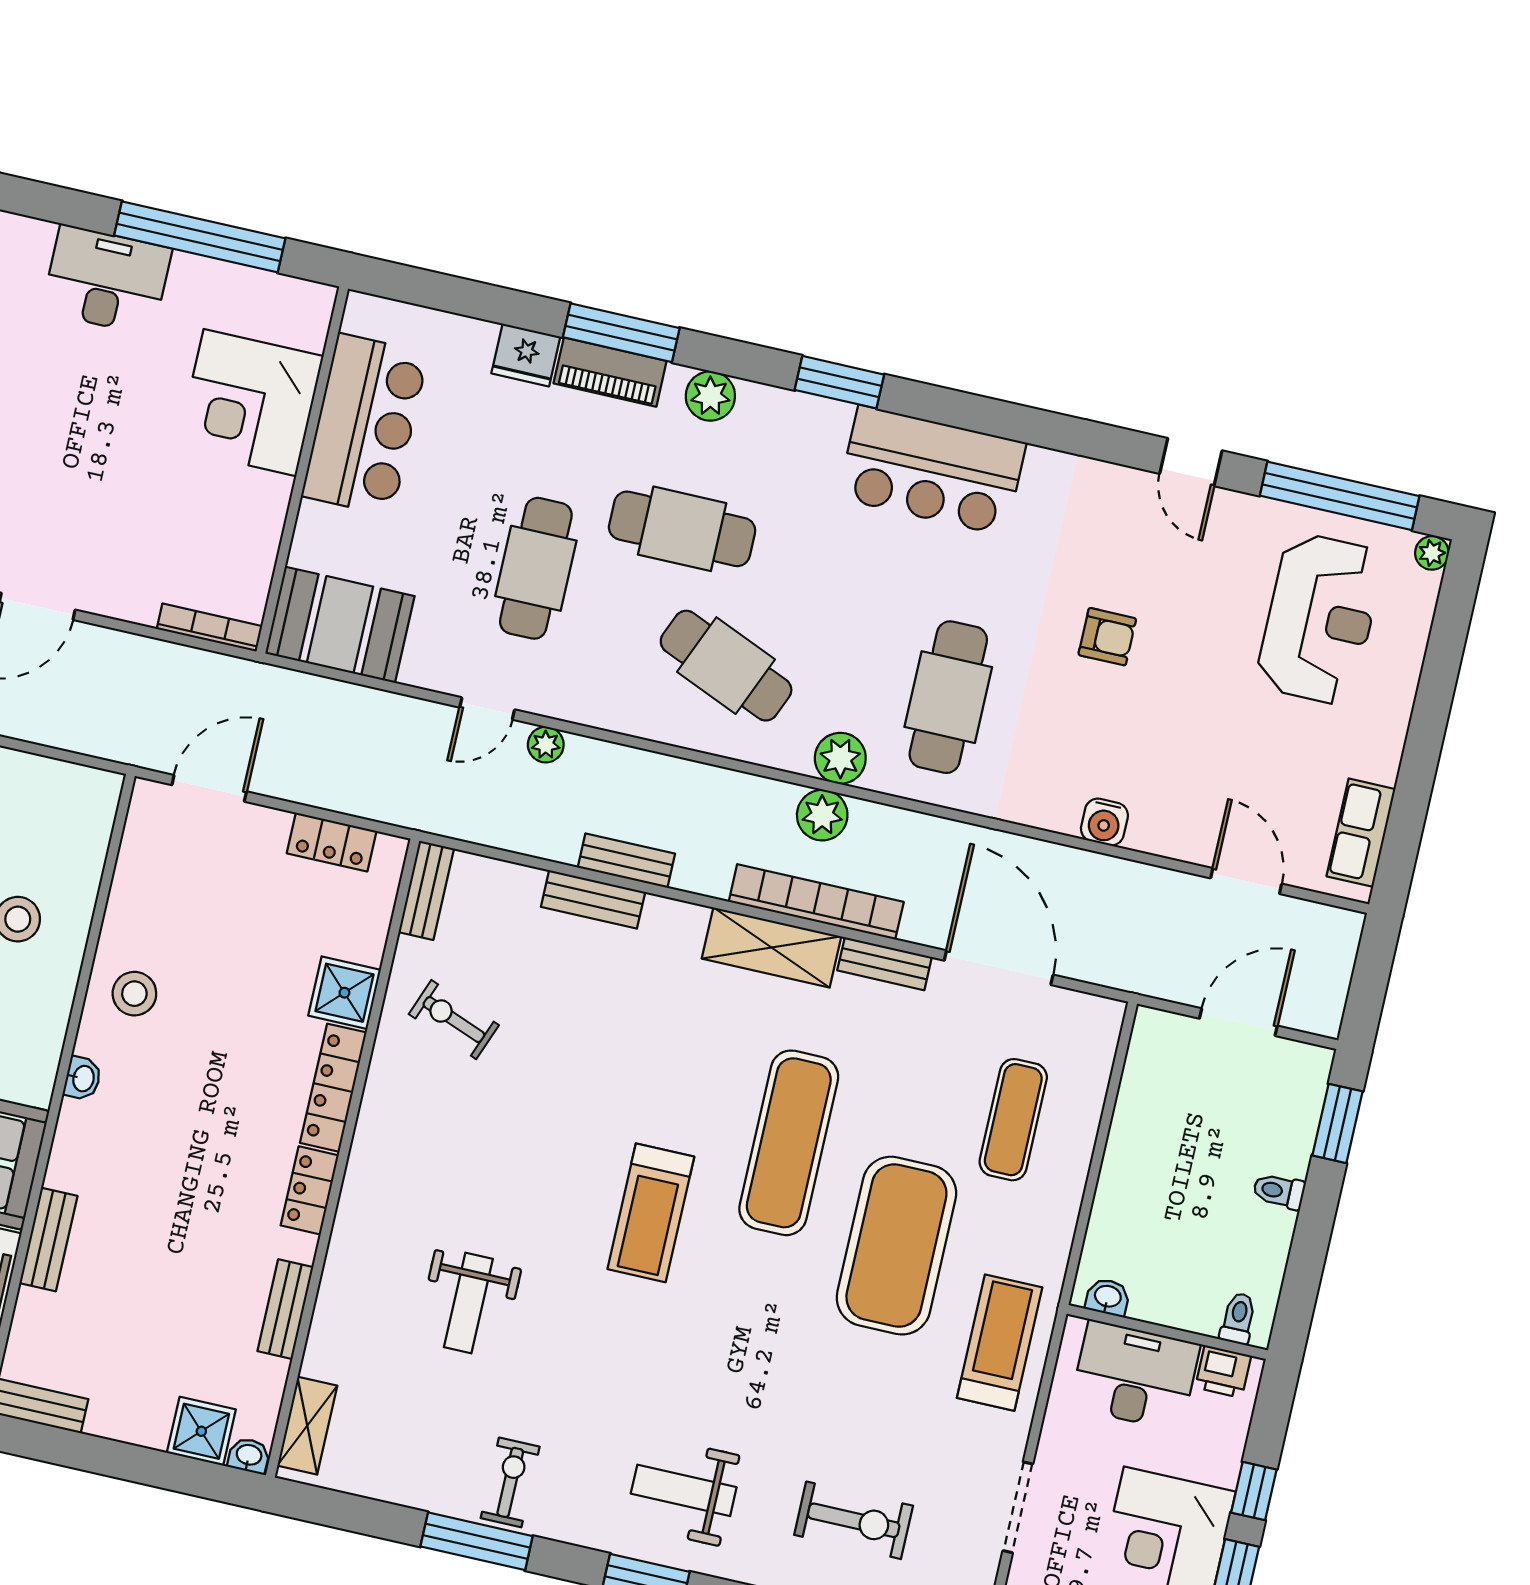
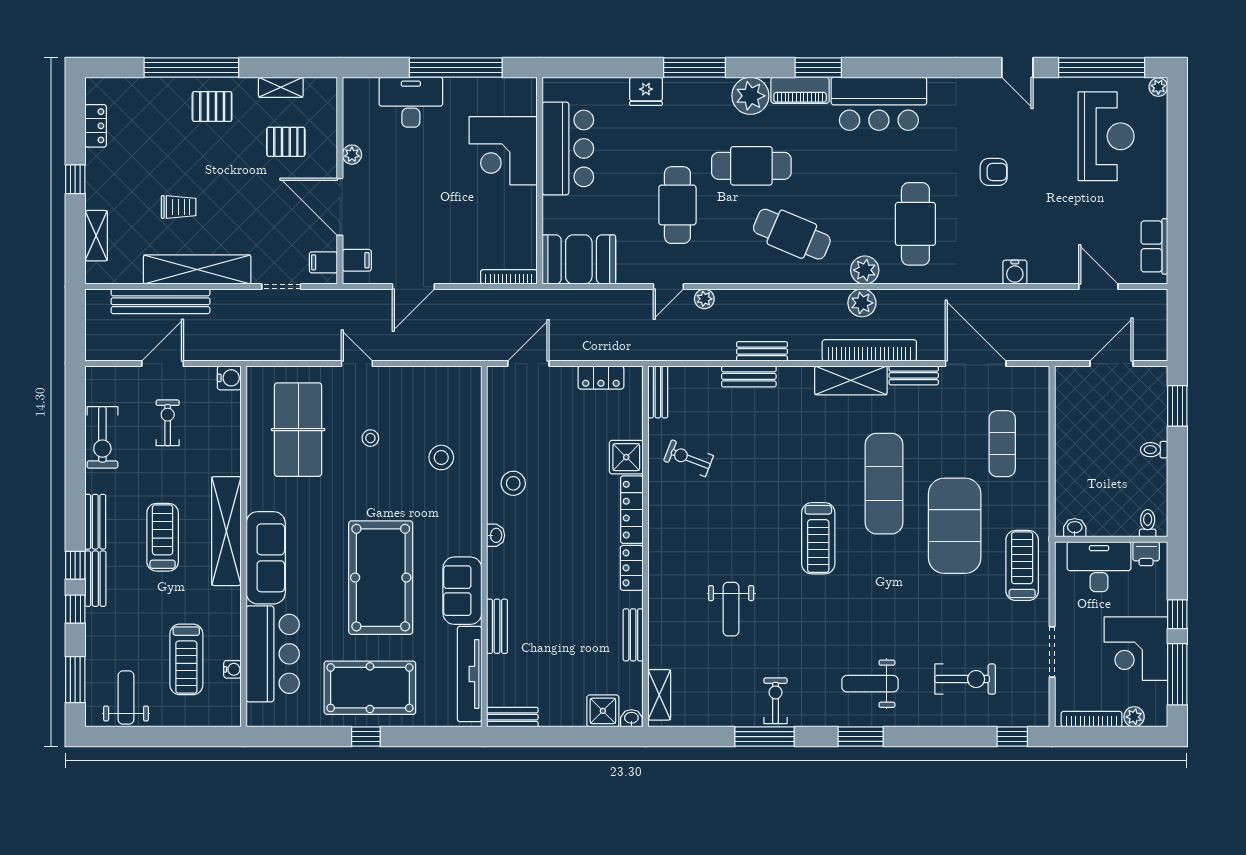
piano: (610, 372) -> (800, 90), moved
plant: (710, 396) -> (750, 96), width x1.36, depth x1.36

